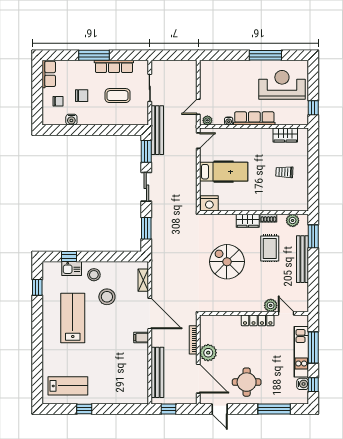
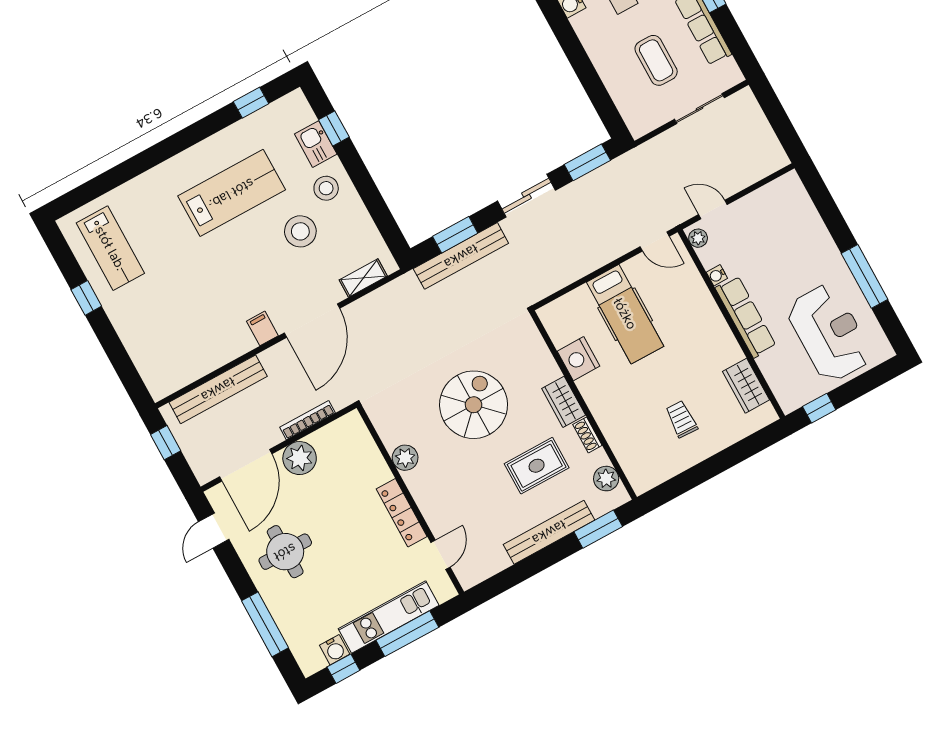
bench: (157, 130) -> (461, 256), moved
nightstand: (209, 203) -> (579, 359), moved
plant: (271, 305) -> (405, 458), moved

